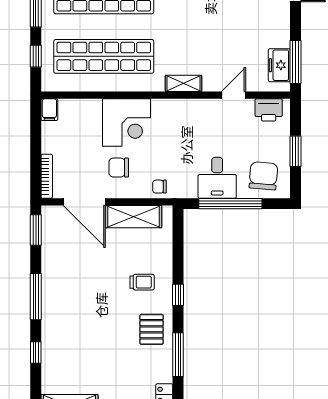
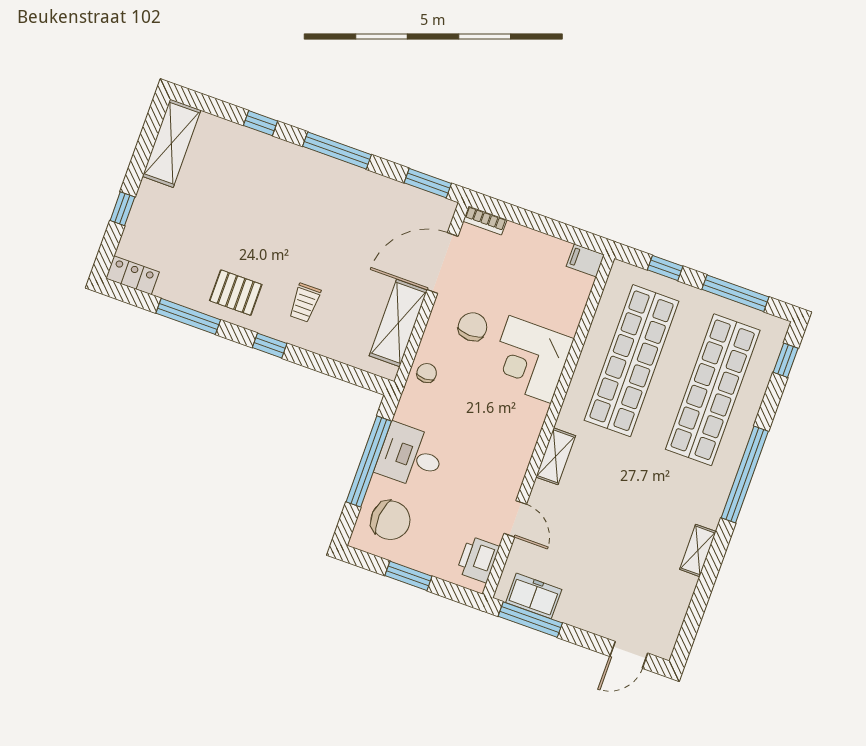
bookcase: (47, 176) -> (485, 220), width x0.64

